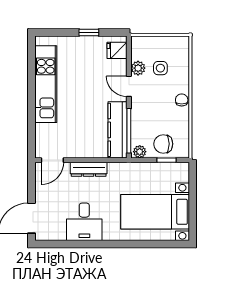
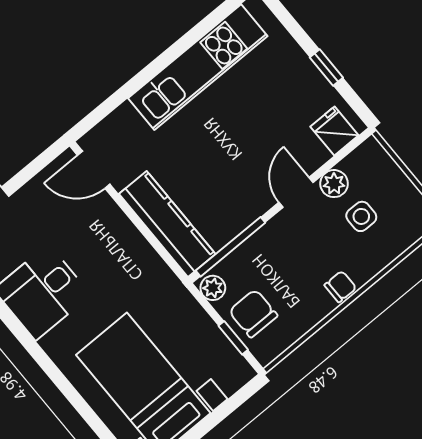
kitchen counter: (117, 130) -> (167, 224), moved, turned 90
dresser: (89, 169) -> (125, 234), removed

